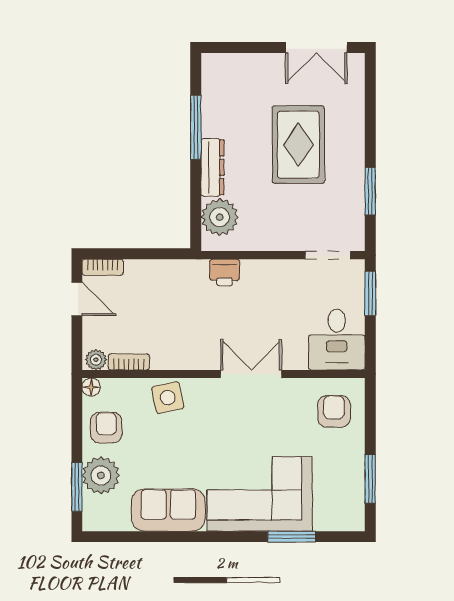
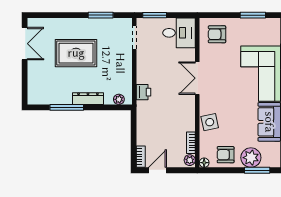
plant: (220, 217) -> (119, 99), width x0.53, depth x0.53

